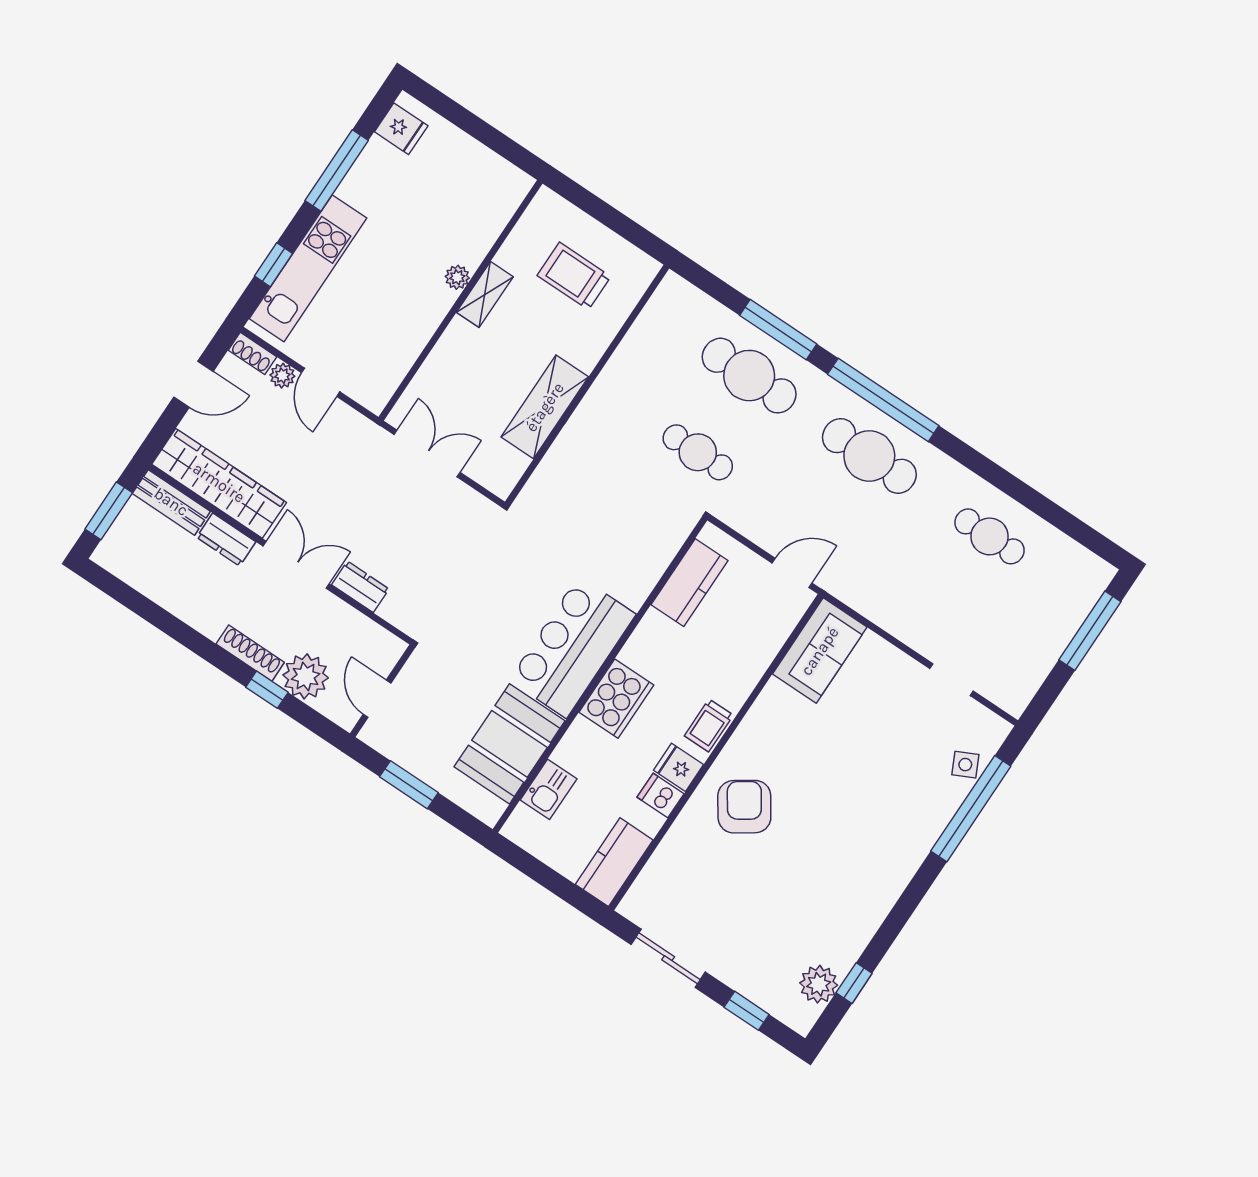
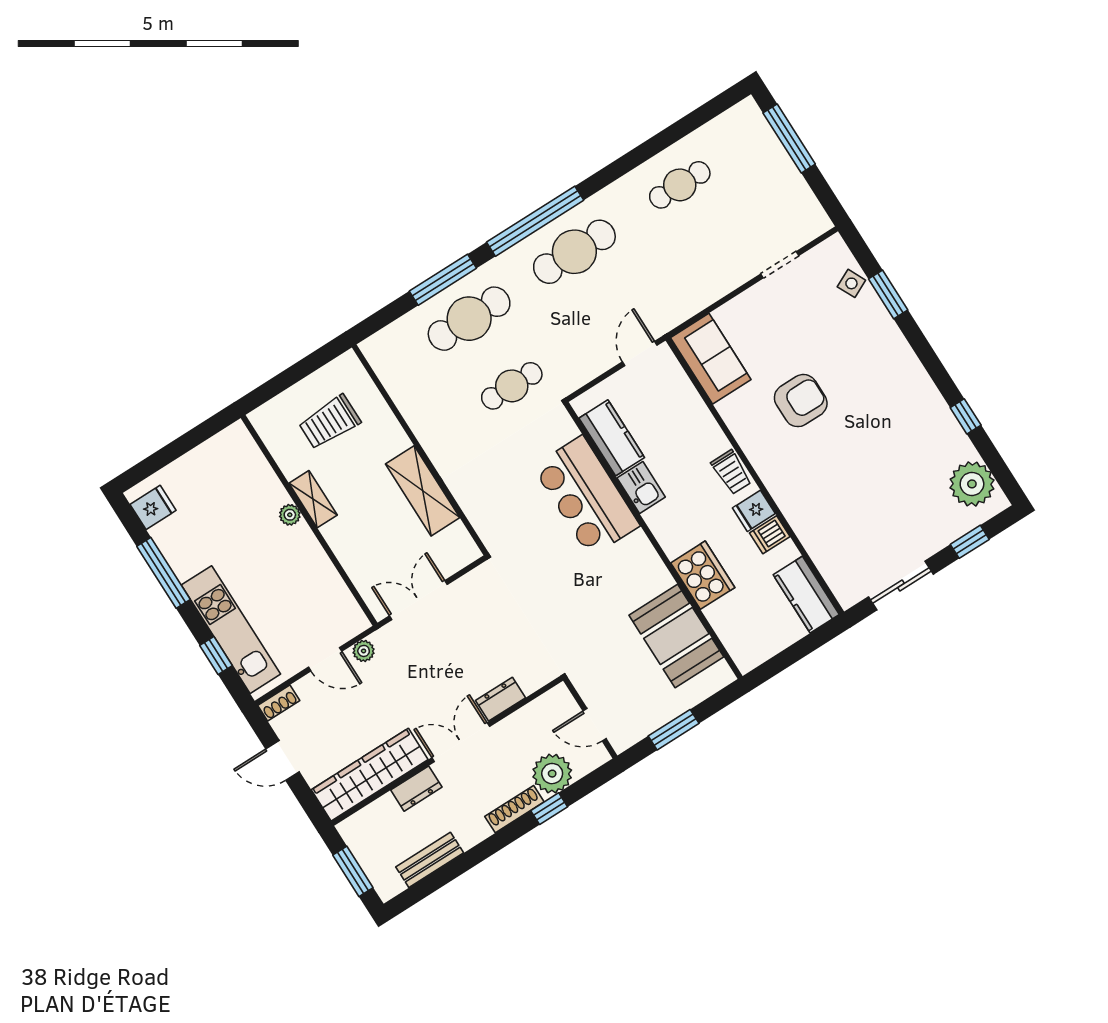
plant: (282, 376) -> (364, 651), moved
door: (194, 384) -> (282, 760), swing flipped
bench: (171, 502) -> (430, 860), moved
bar counter: (572, 647) -> (586, 496), moved
cooker: (616, 699) -> (703, 575), moved
kitchen sink: (549, 789) -> (641, 488), moved
armchair: (744, 807) -> (801, 401), moved, turned 124
window: (971, 809) -> (888, 294), width x0.47
window: (854, 983) -> (966, 416), moved
plant: (819, 984) -> (972, 484), width x1.36, depth x1.36

